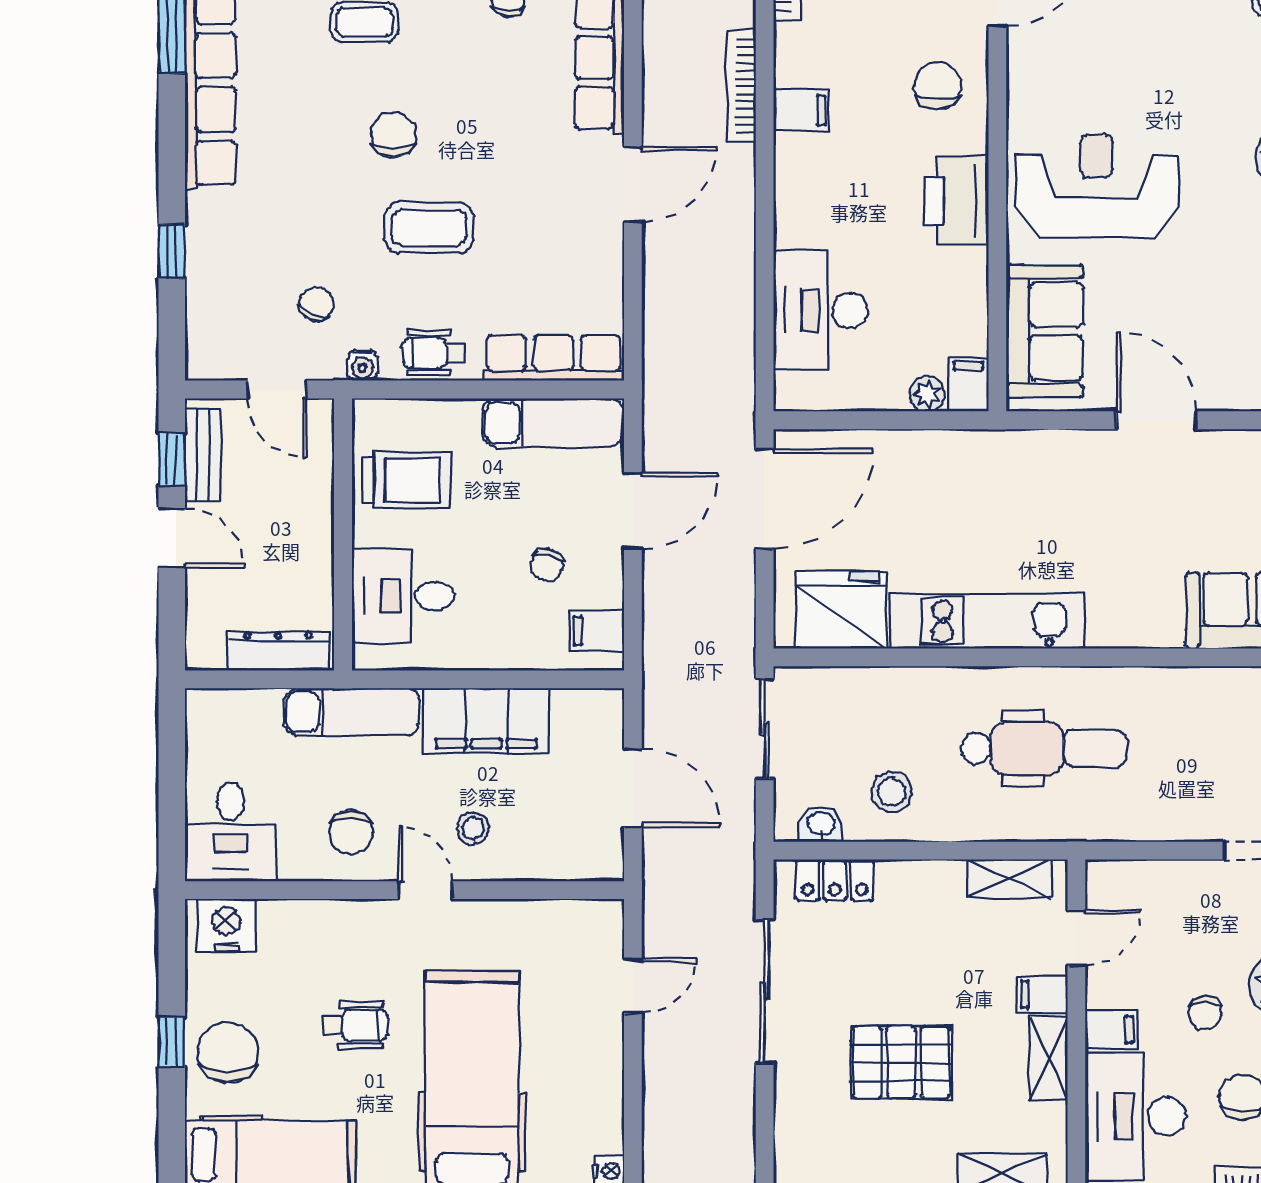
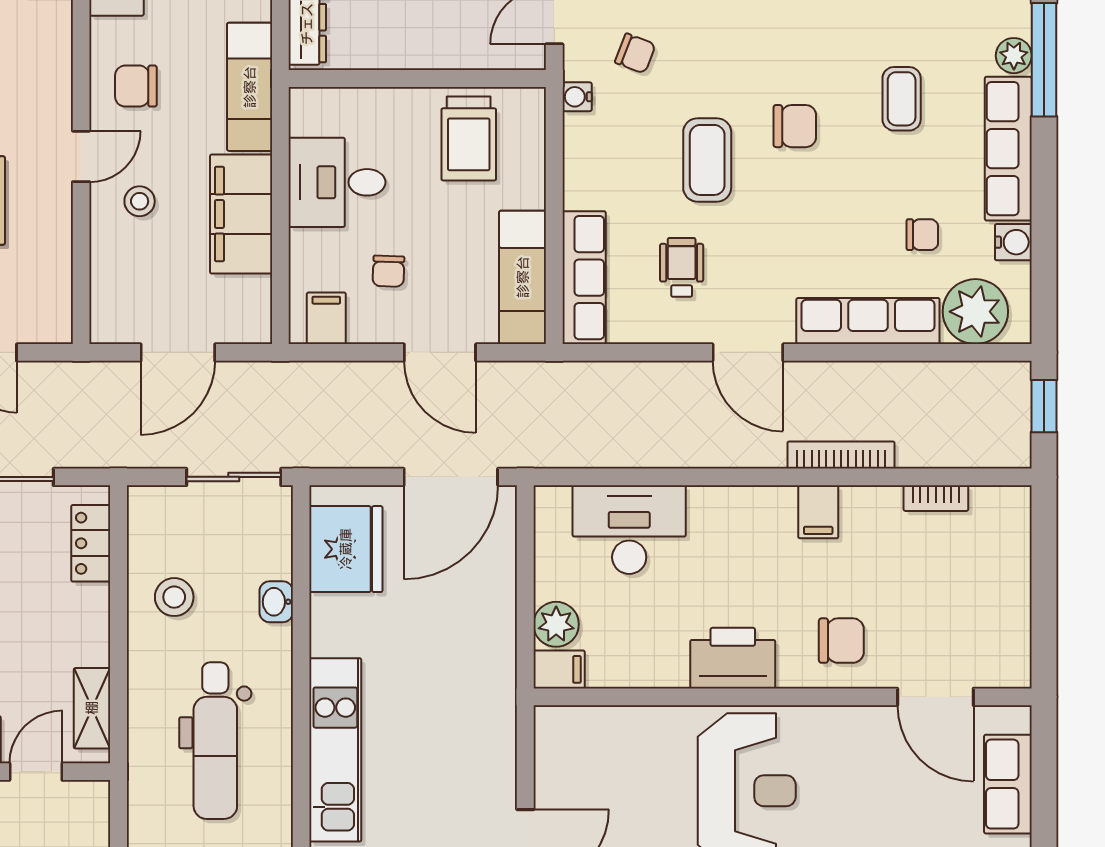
sofa: (1045, 331) -> (609, 742), removed
wheelchair: (434, 353) -> (682, 267), moved
plant: (927, 394) -> (556, 624), width x1.38, depth x1.38
door: (765, 499) -> (451, 477), hinge flipped
chair: (547, 565) -> (388, 271), turned -100
desk: (403, 596) -> (337, 182), moved, turned -90
kitchen unit: (987, 621) -> (335, 750), moved
washbasin: (821, 824) -> (276, 602), moved, turned 180
door: (1076, 938) -> (36, 772), swing flipped

